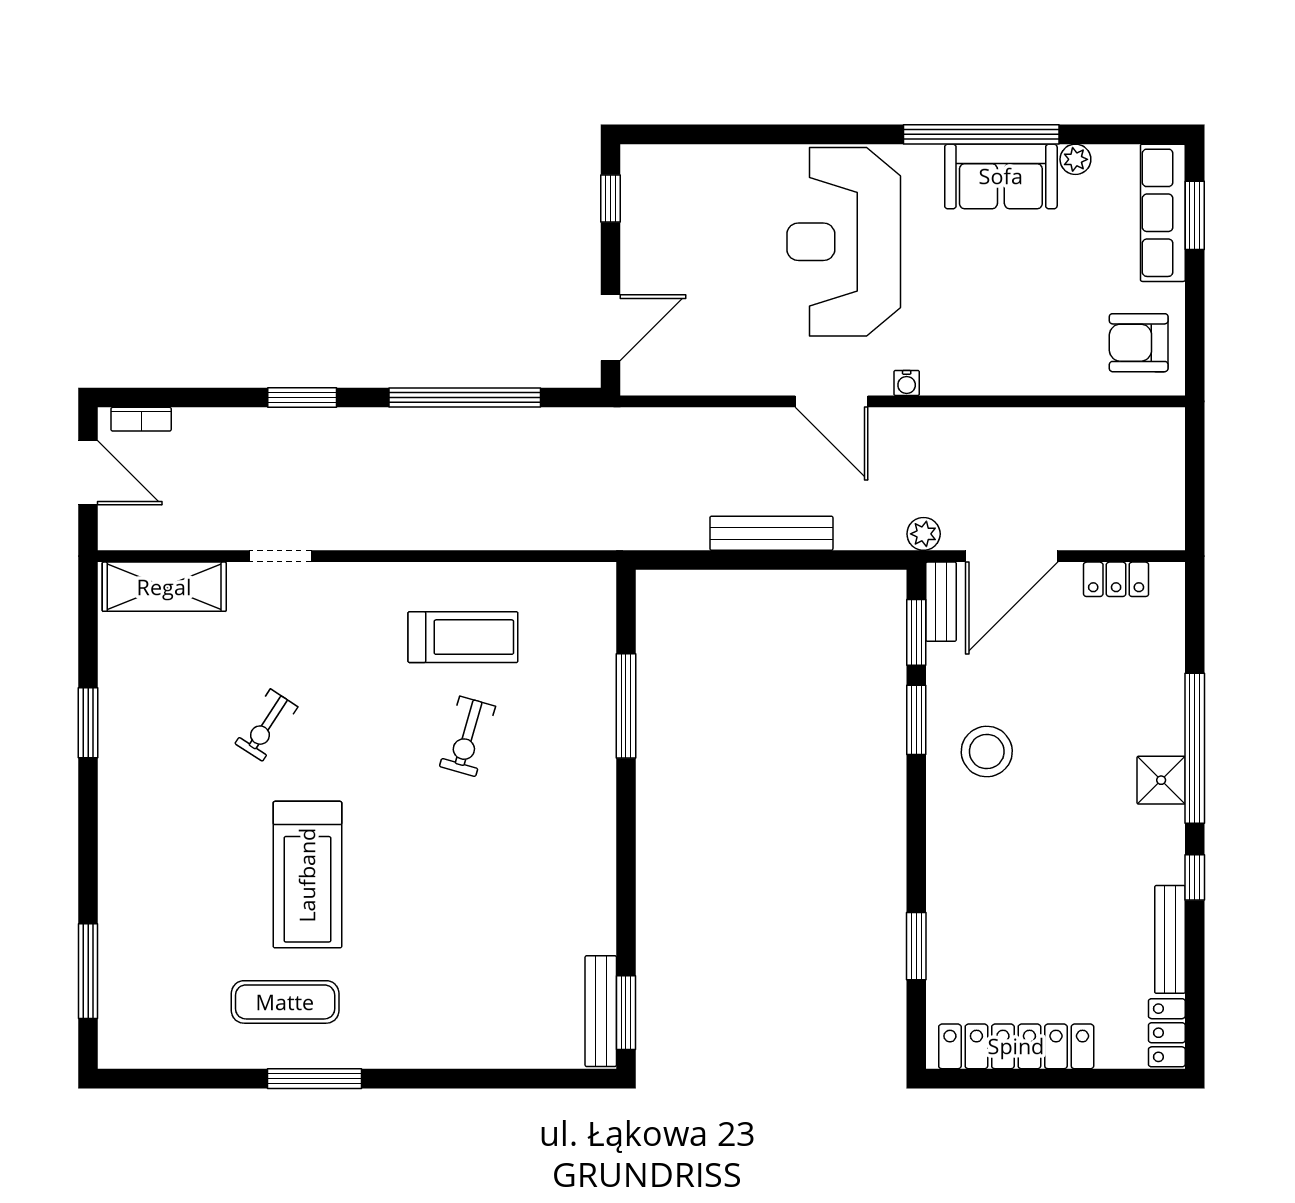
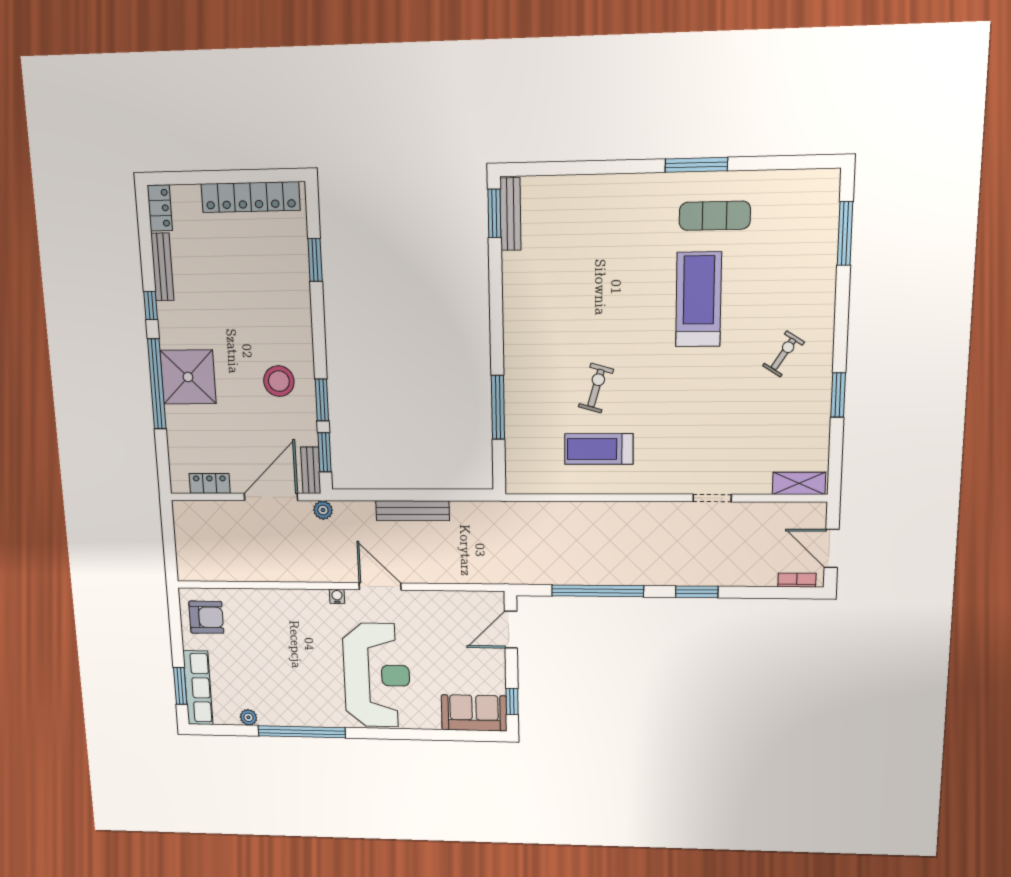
sofa: (1001, 176) -> (474, 713), moved
shelving: (164, 587) -> (799, 483), width x0.67, depth x0.75
exercise bike: (266, 725) -> (783, 354), moved
shower: (1161, 780) -> (188, 377), width x1.86, depth x1.86

